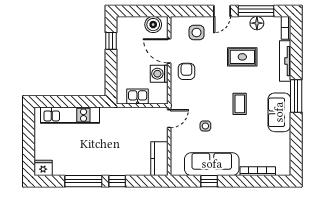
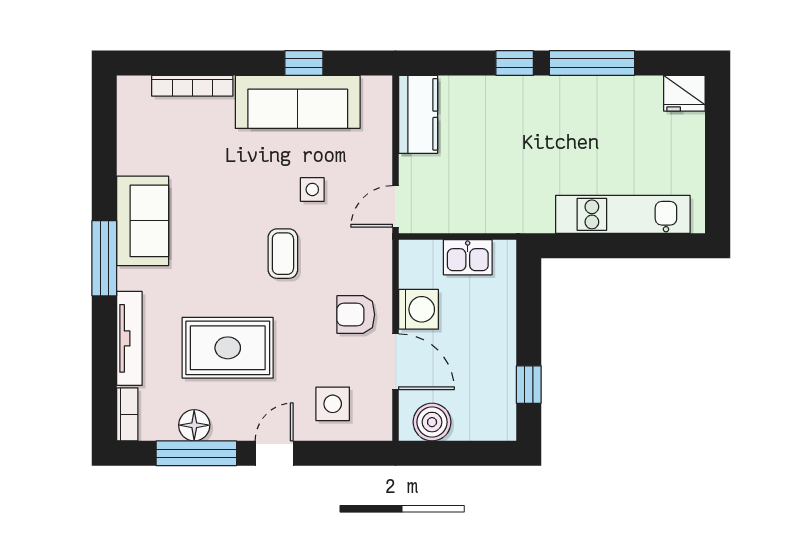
rug: (242, 57) -> (228, 348), width x1.36, depth x1.43
armchair: (186, 71) -> (356, 315), turned 90
coffee table: (240, 104) -> (283, 254), moved

